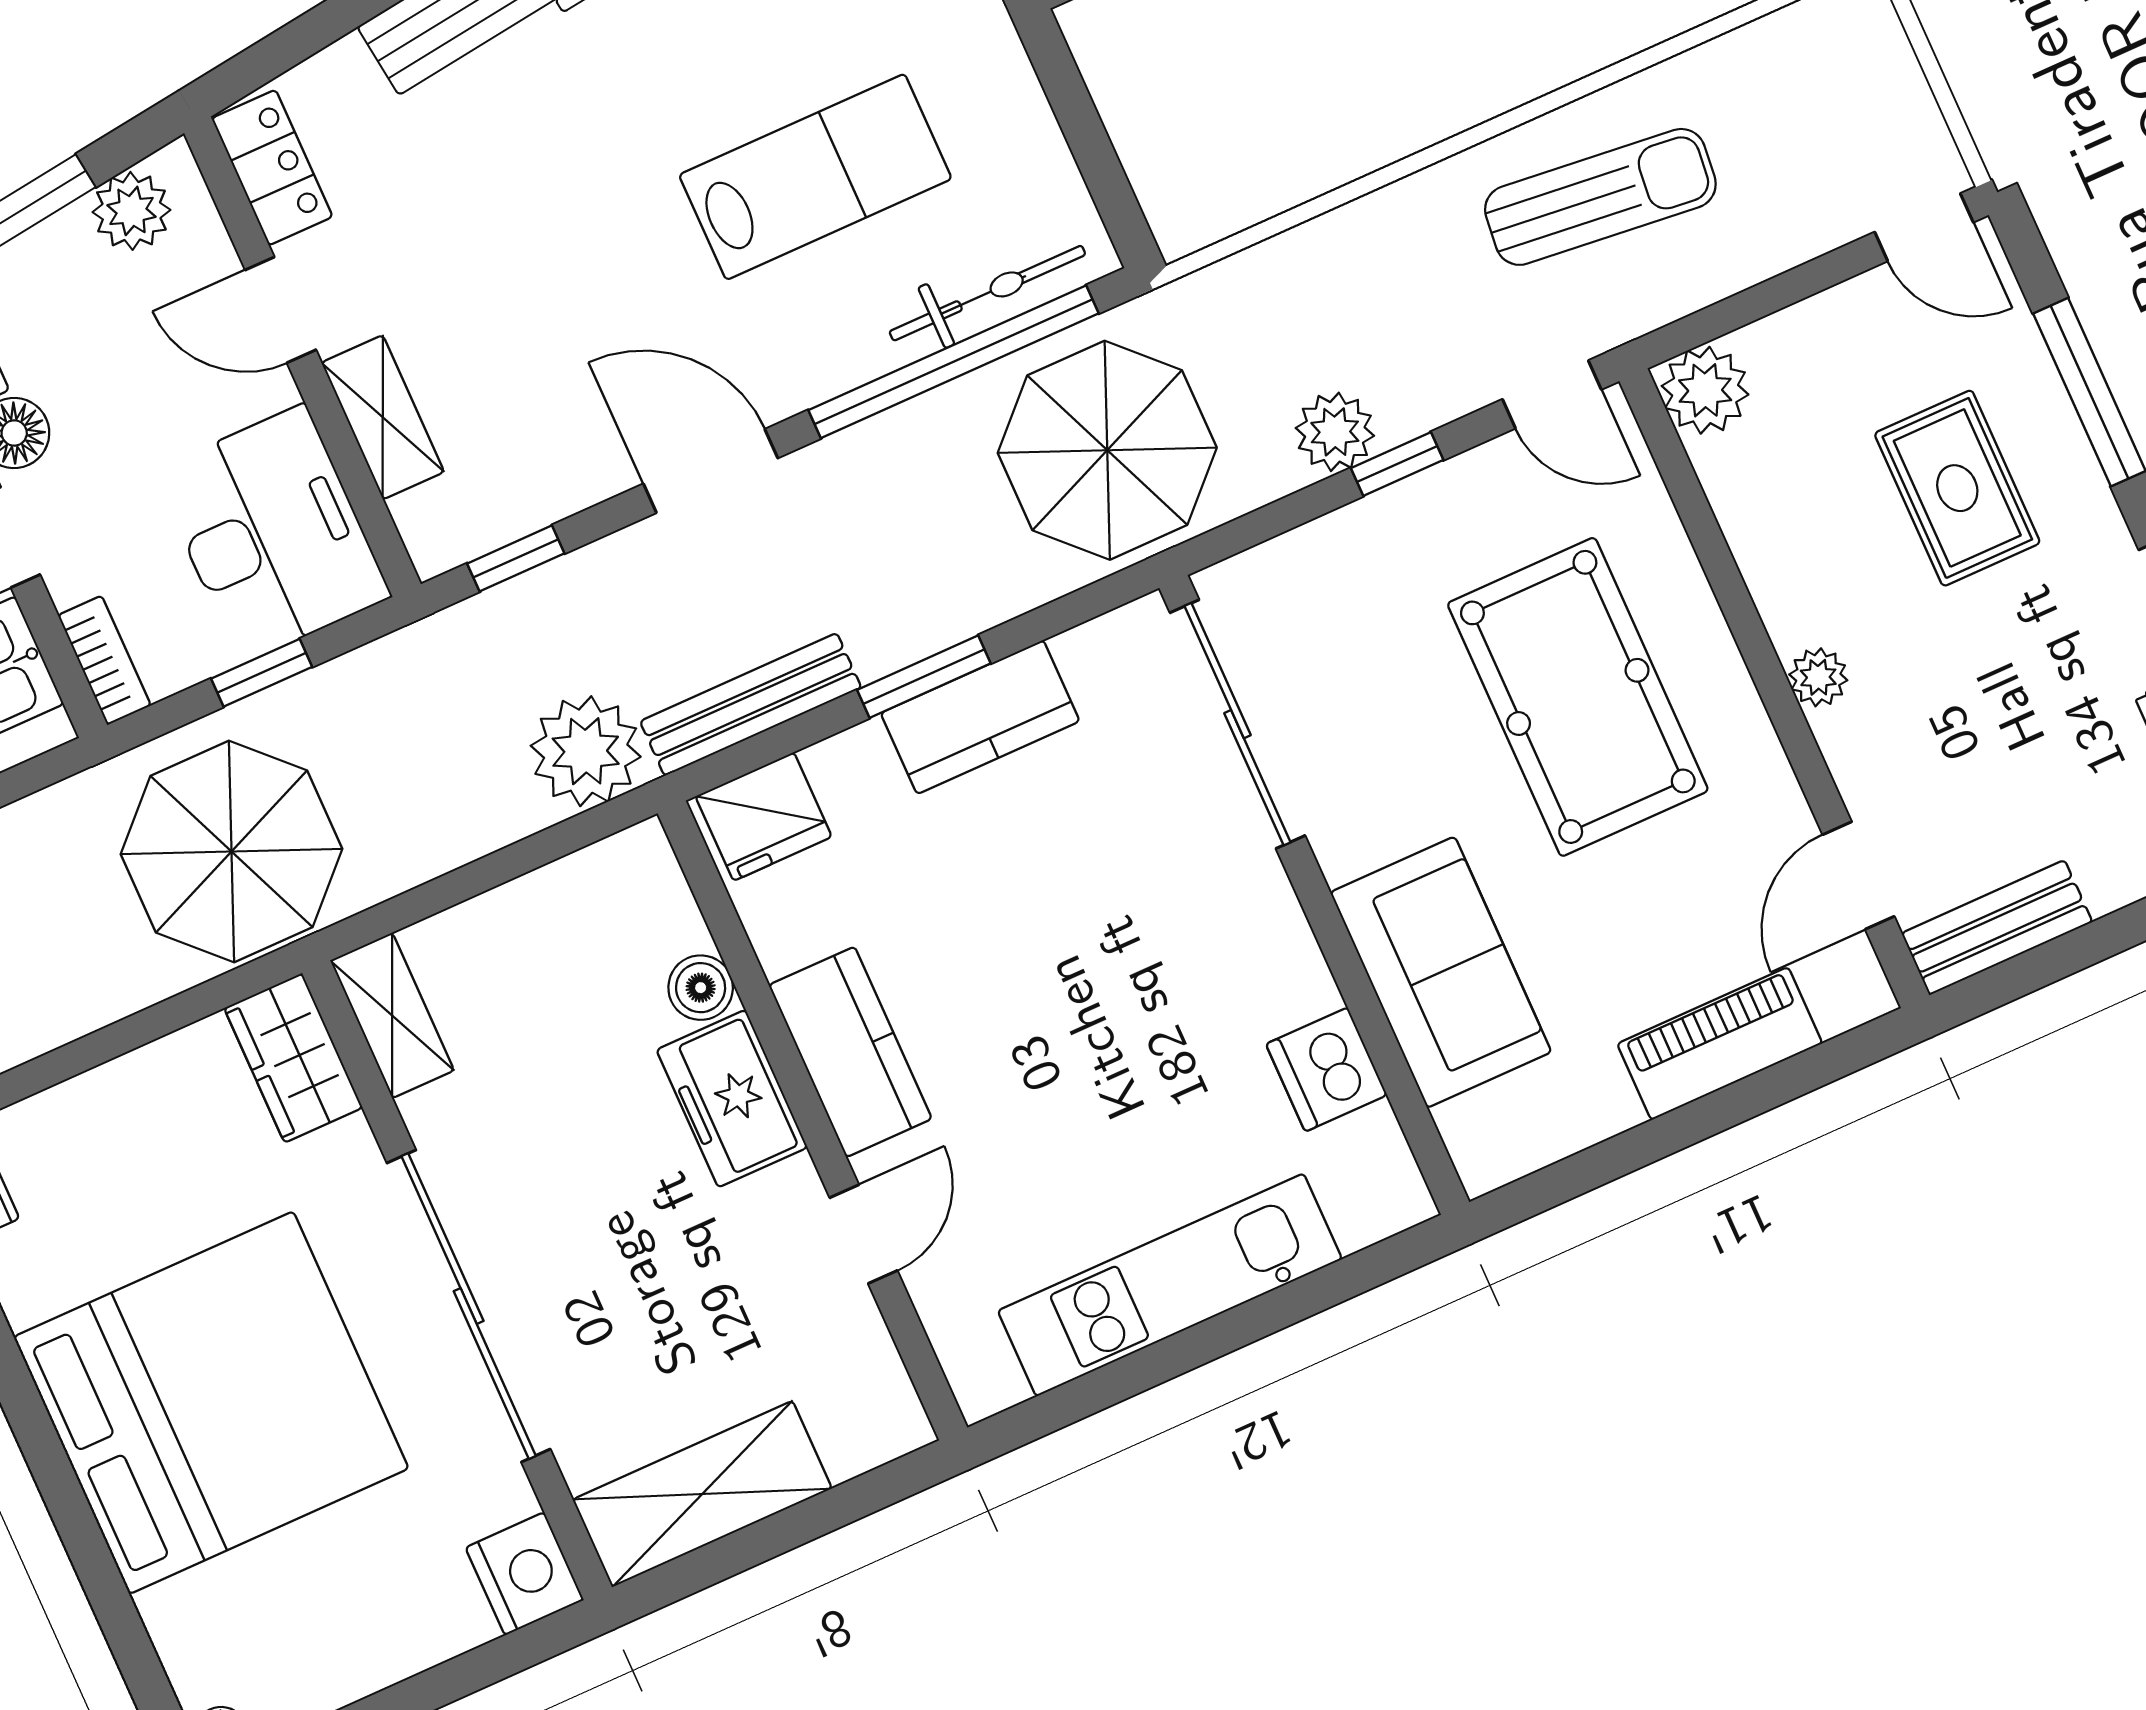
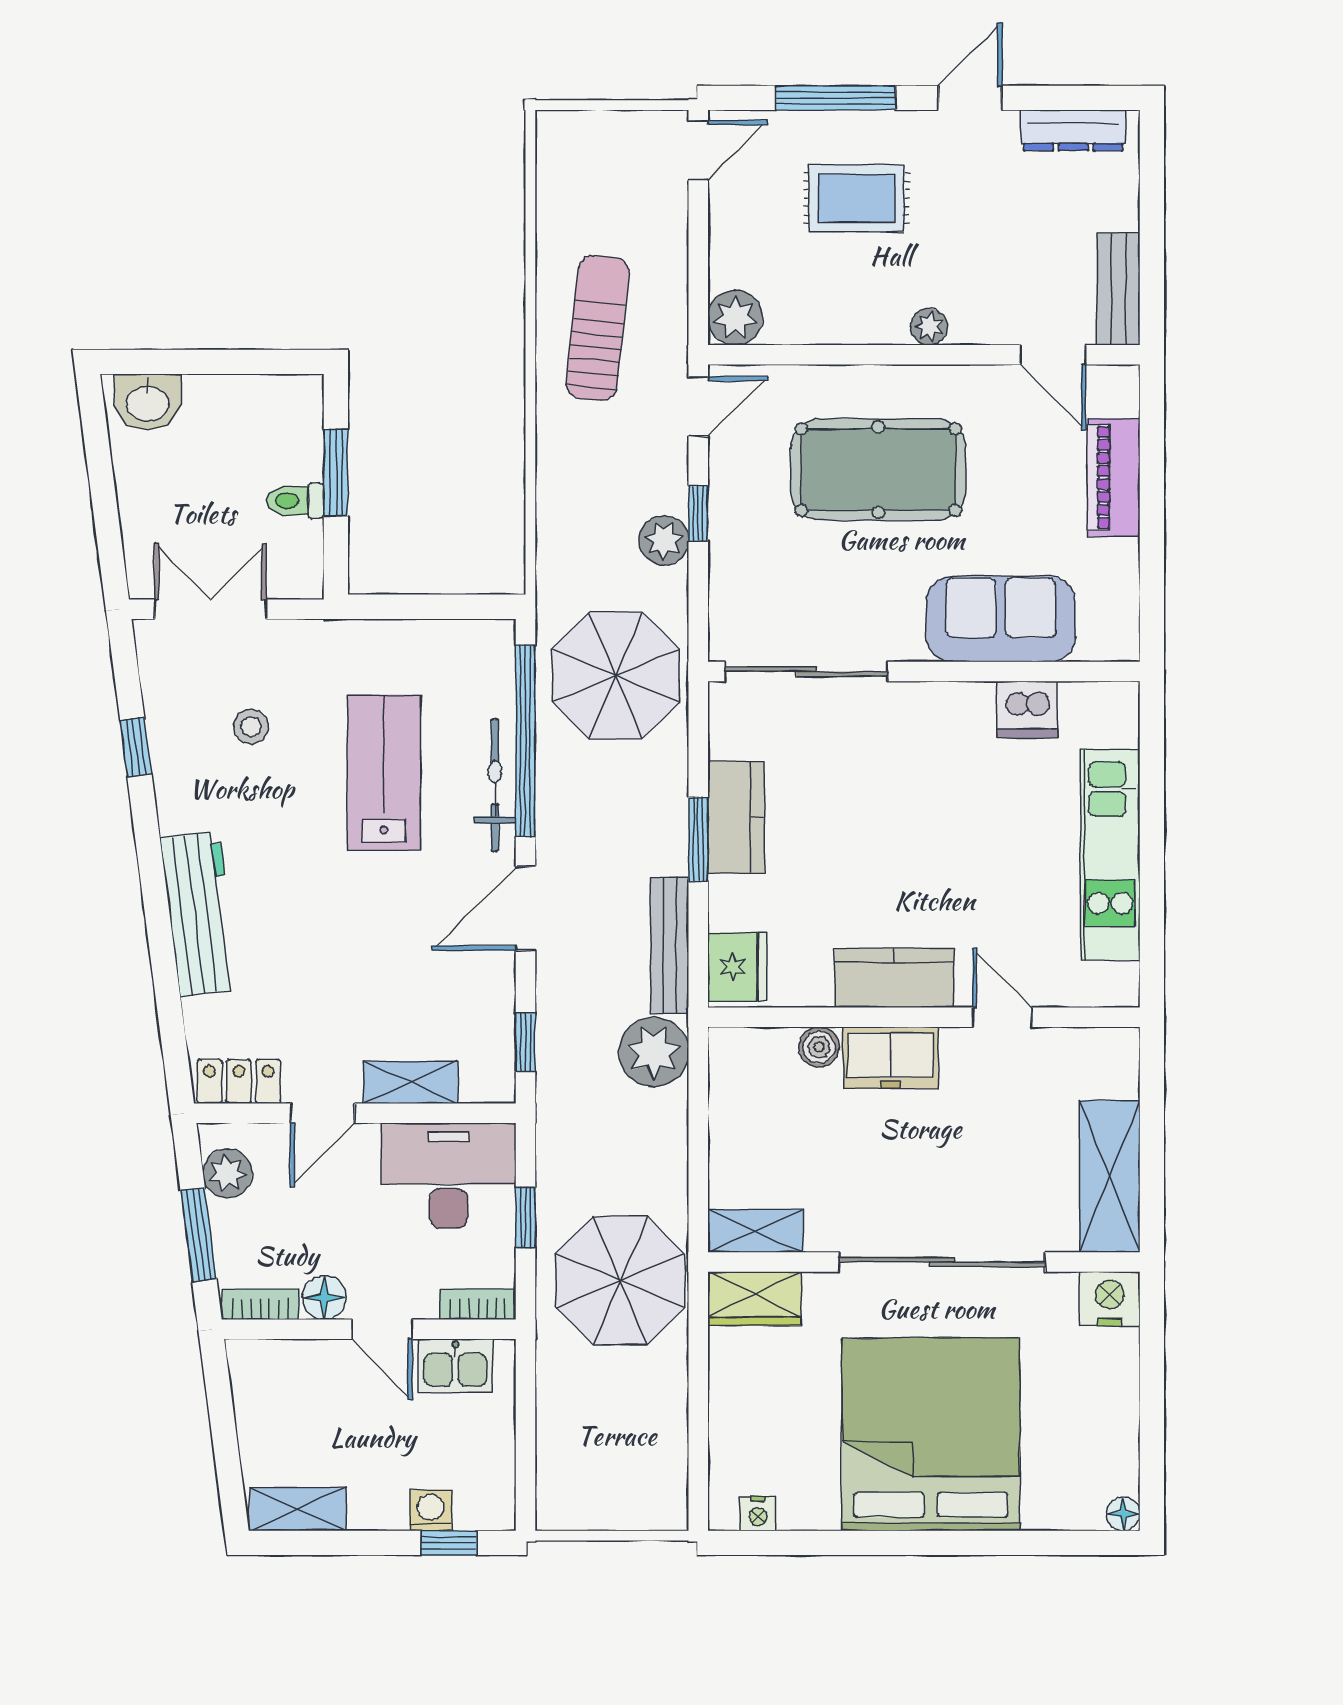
bicycle: (987, 293) -> (495, 785), moved

